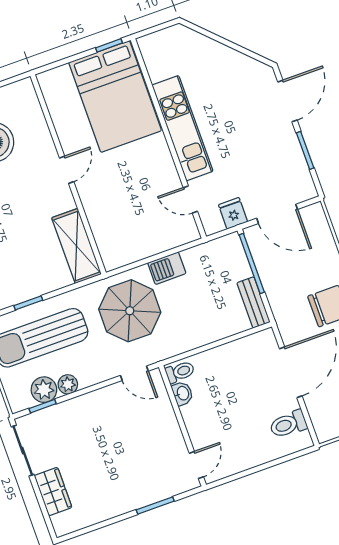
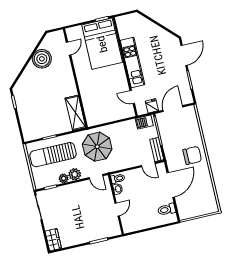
door: (67, 170) -> (68, 49), moved
door: (277, 214) -> (173, 109), swing flipped
barbecue: (167, 268) -> (144, 122), moved
door: (240, 336) -> (148, 165), added
plant: (44, 390) -> (75, 174), moved
door: (196, 465) -> (117, 209), moved
wardrobe: (53, 492) -> (53, 240), moved

